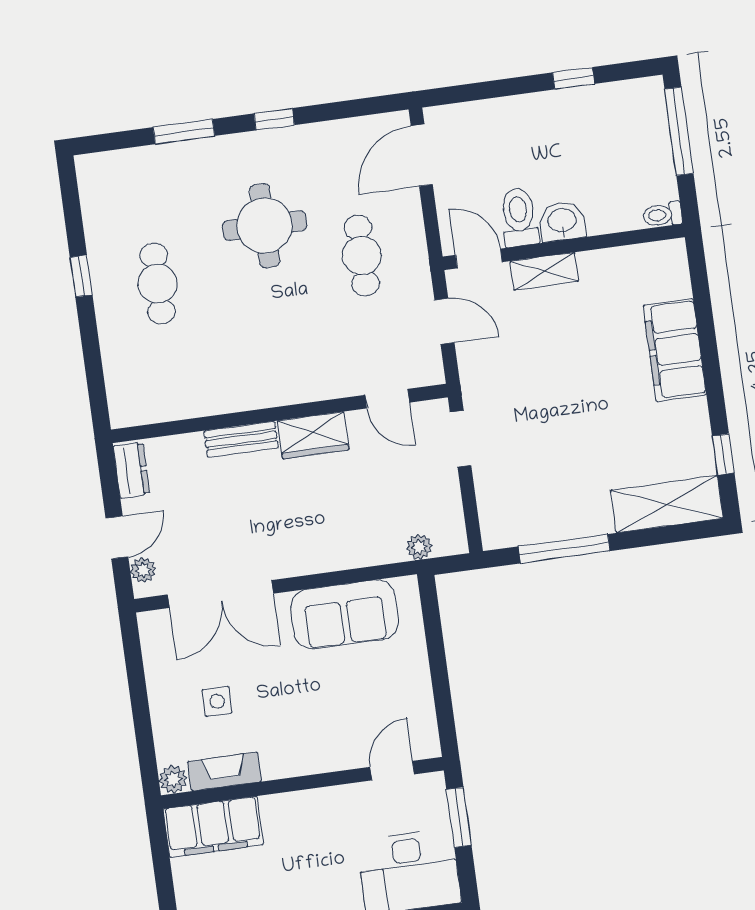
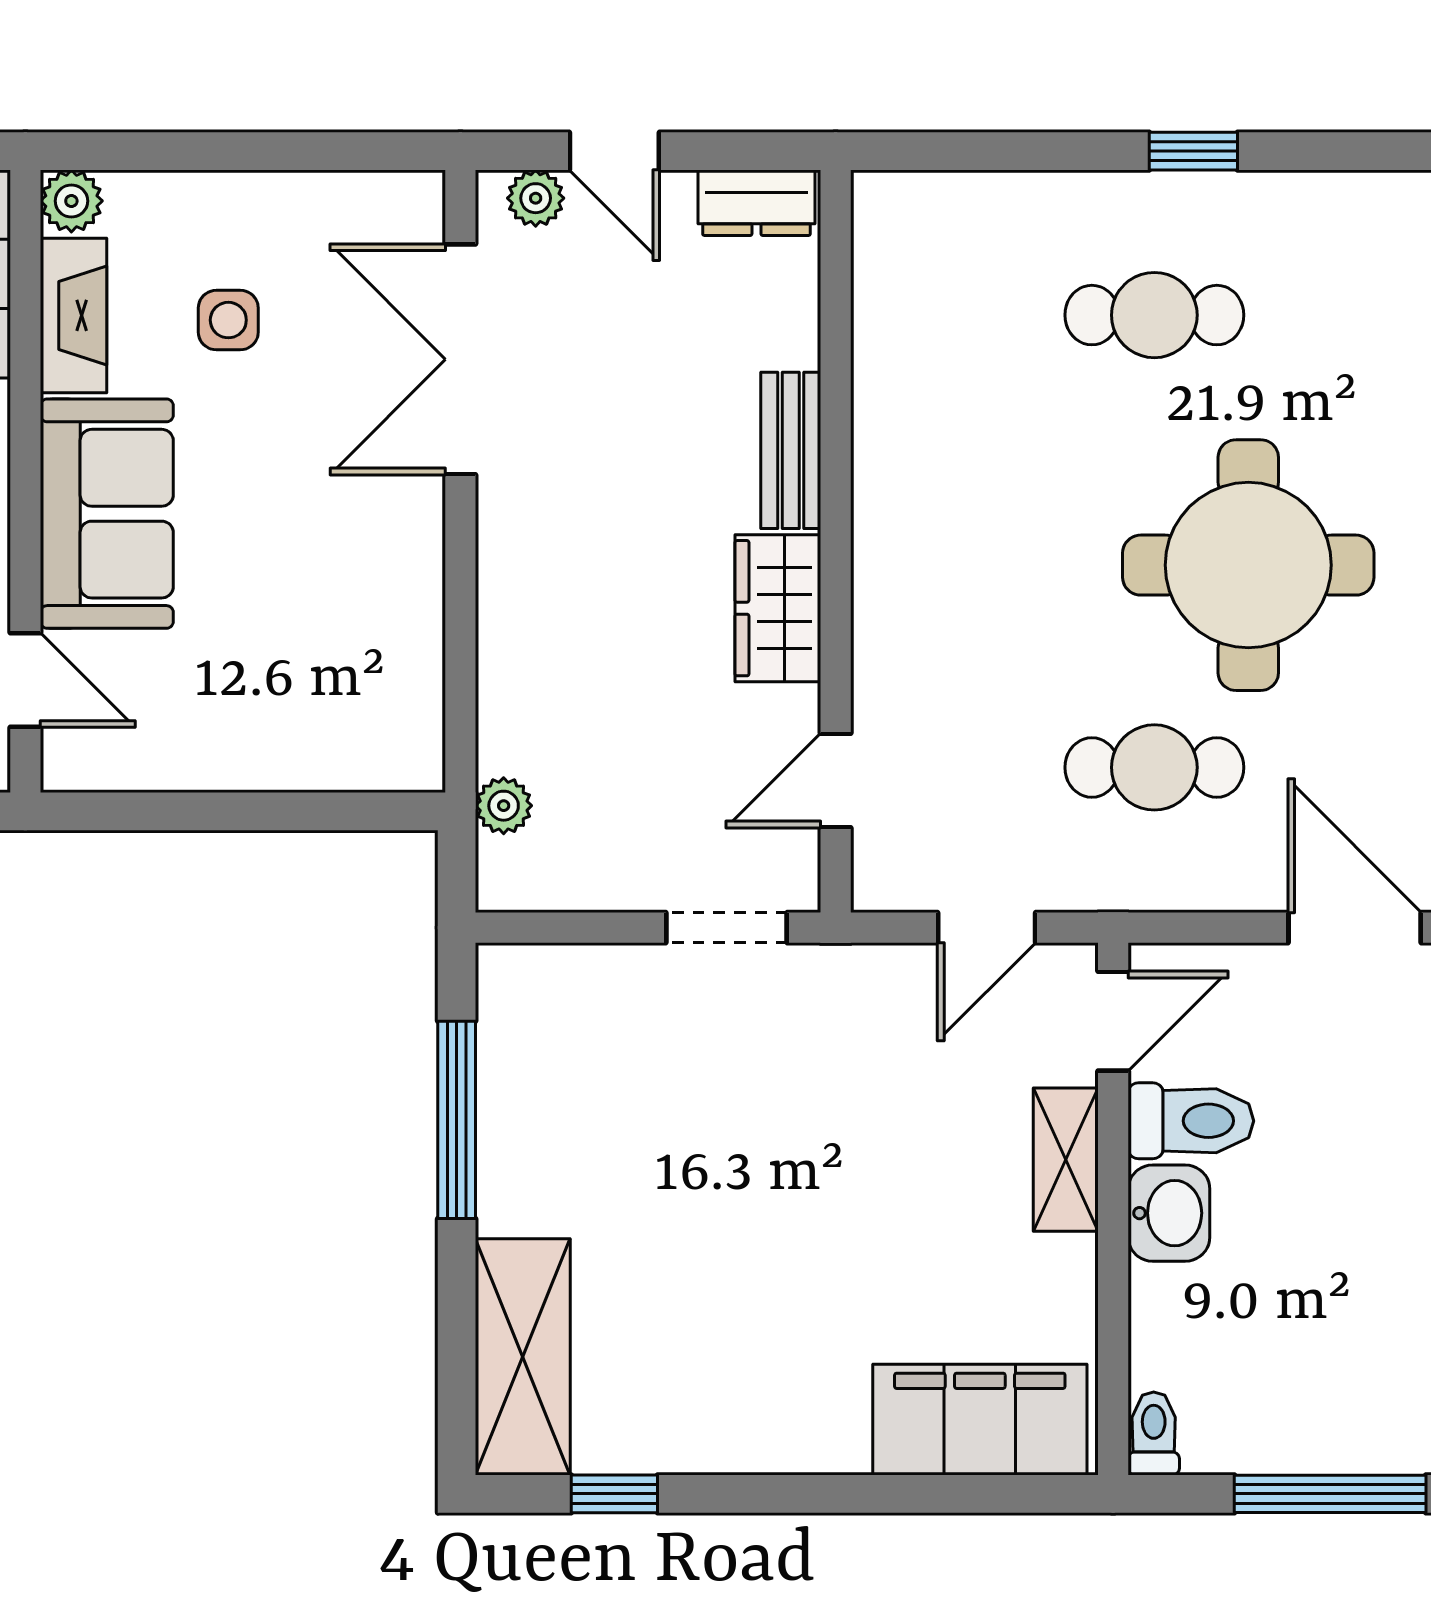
round table: (265, 226) -> (1248, 565), width x1.36, depth x1.36
filing cabinet: (675, 350) -> (980, 1420), moved
sofa: (345, 614) -> (107, 514), moved, turned 180

